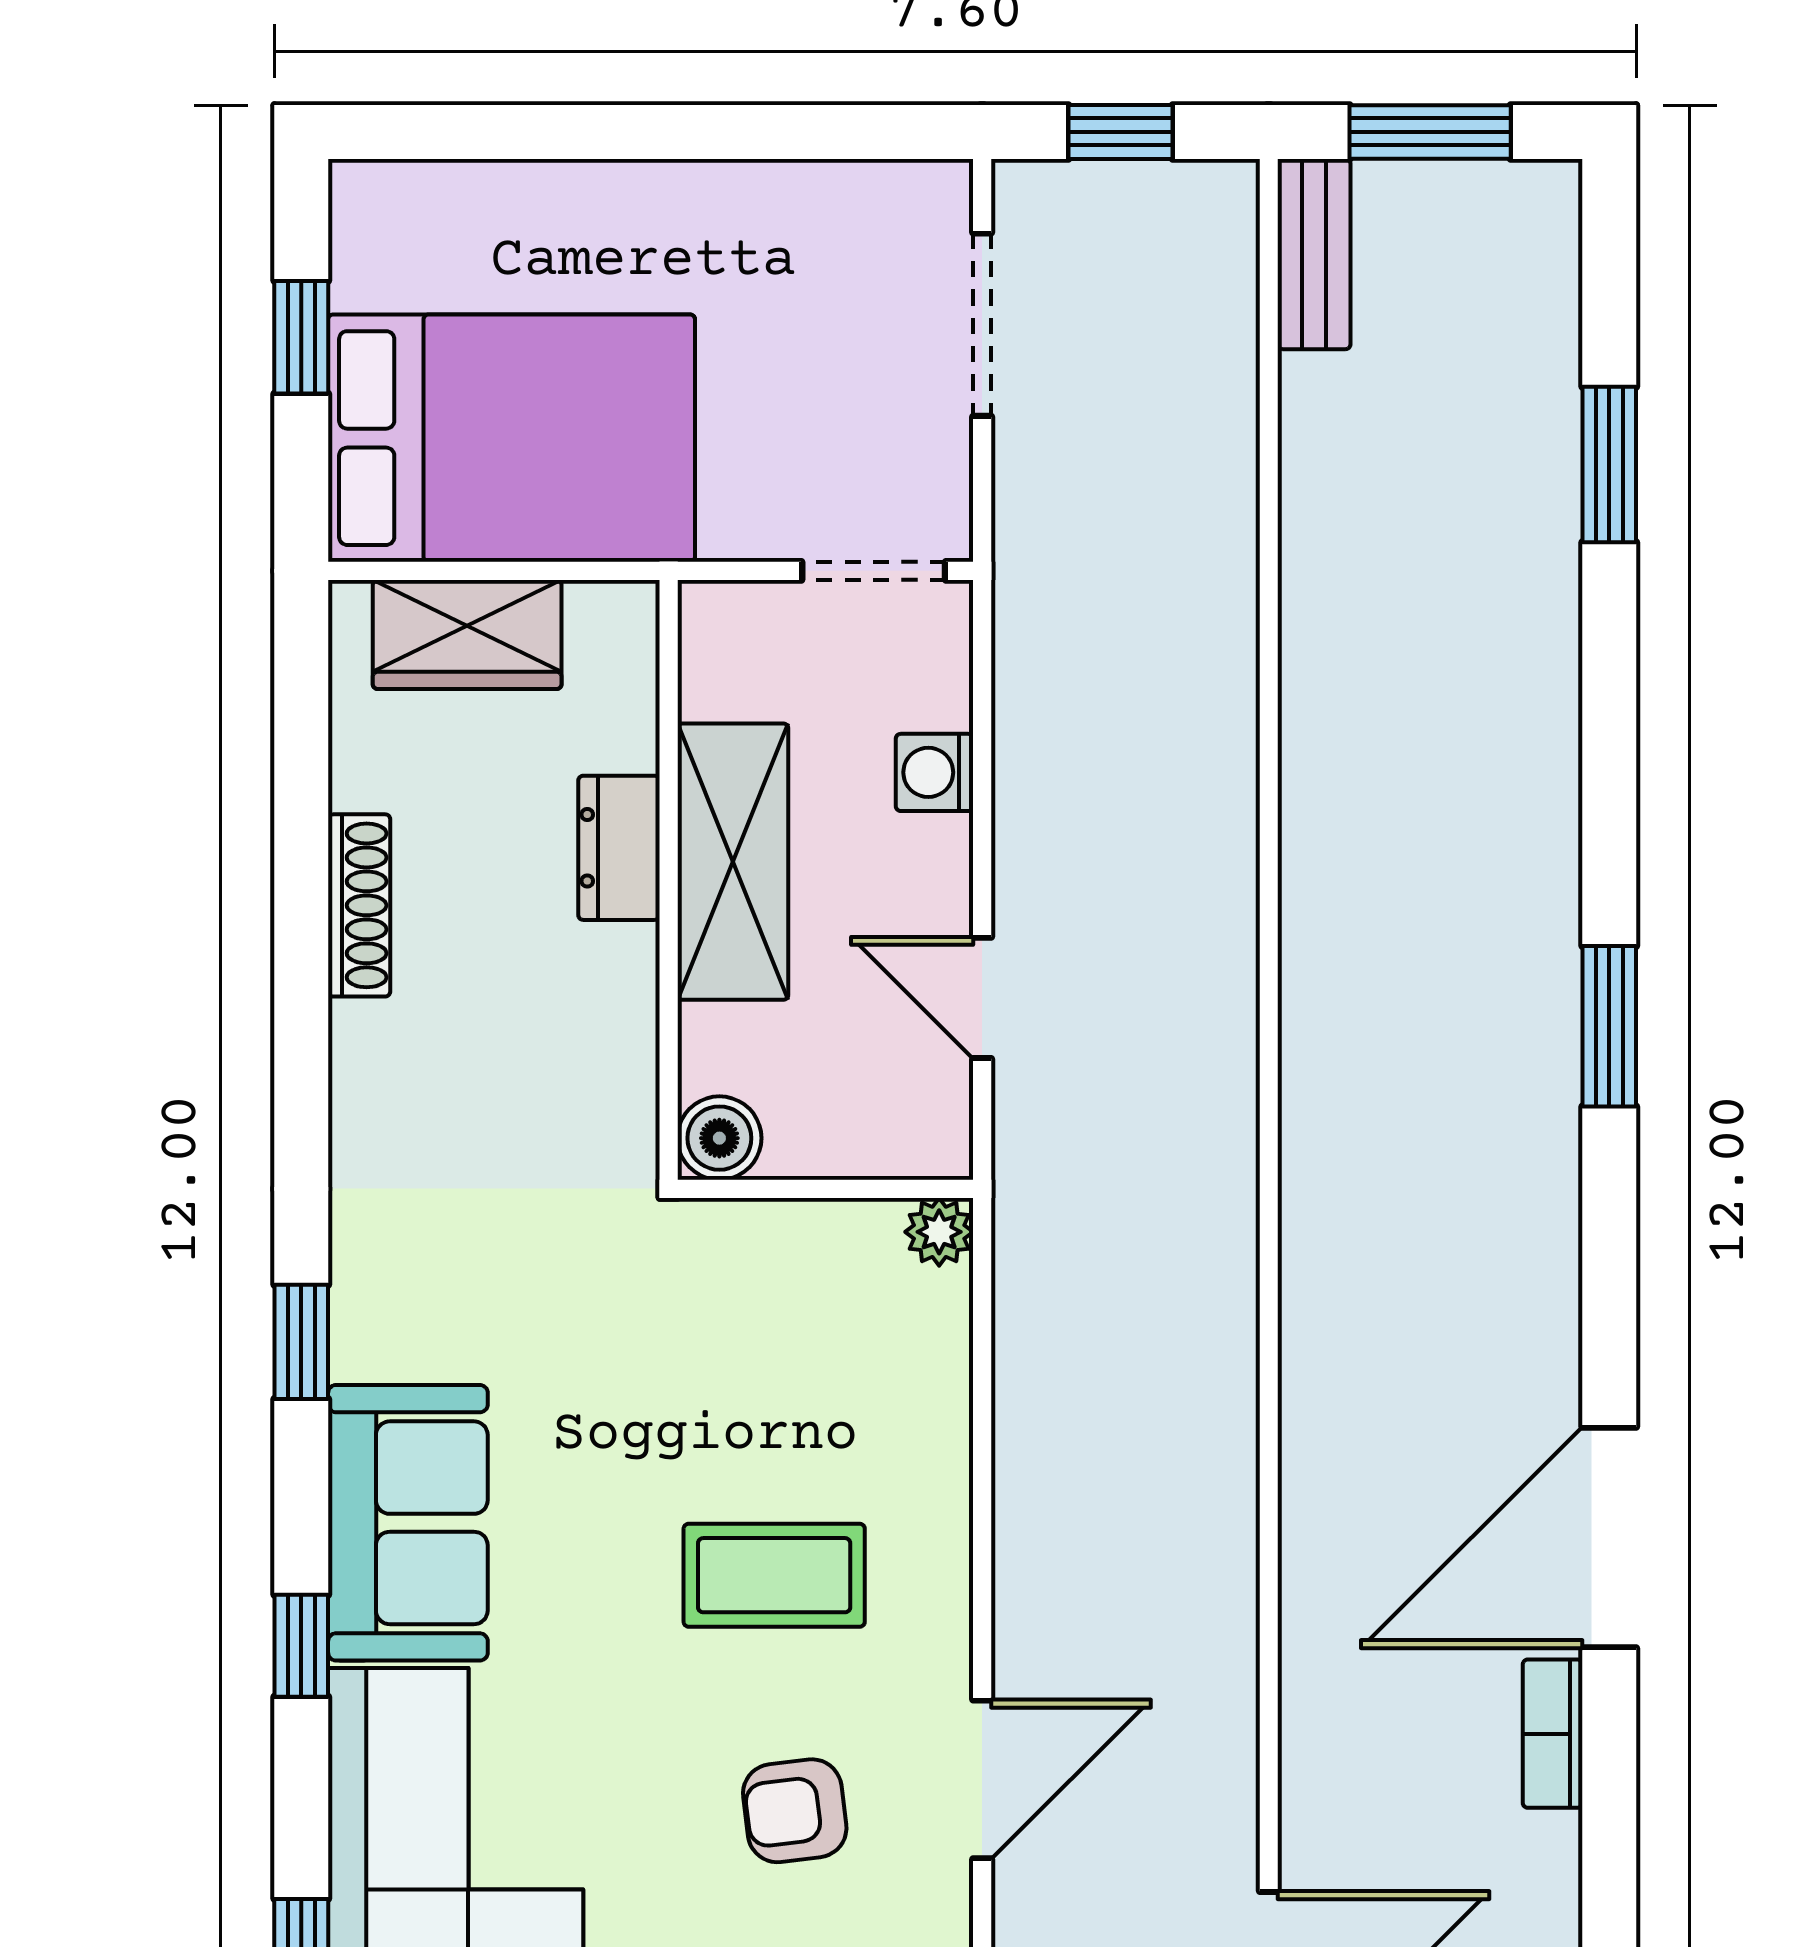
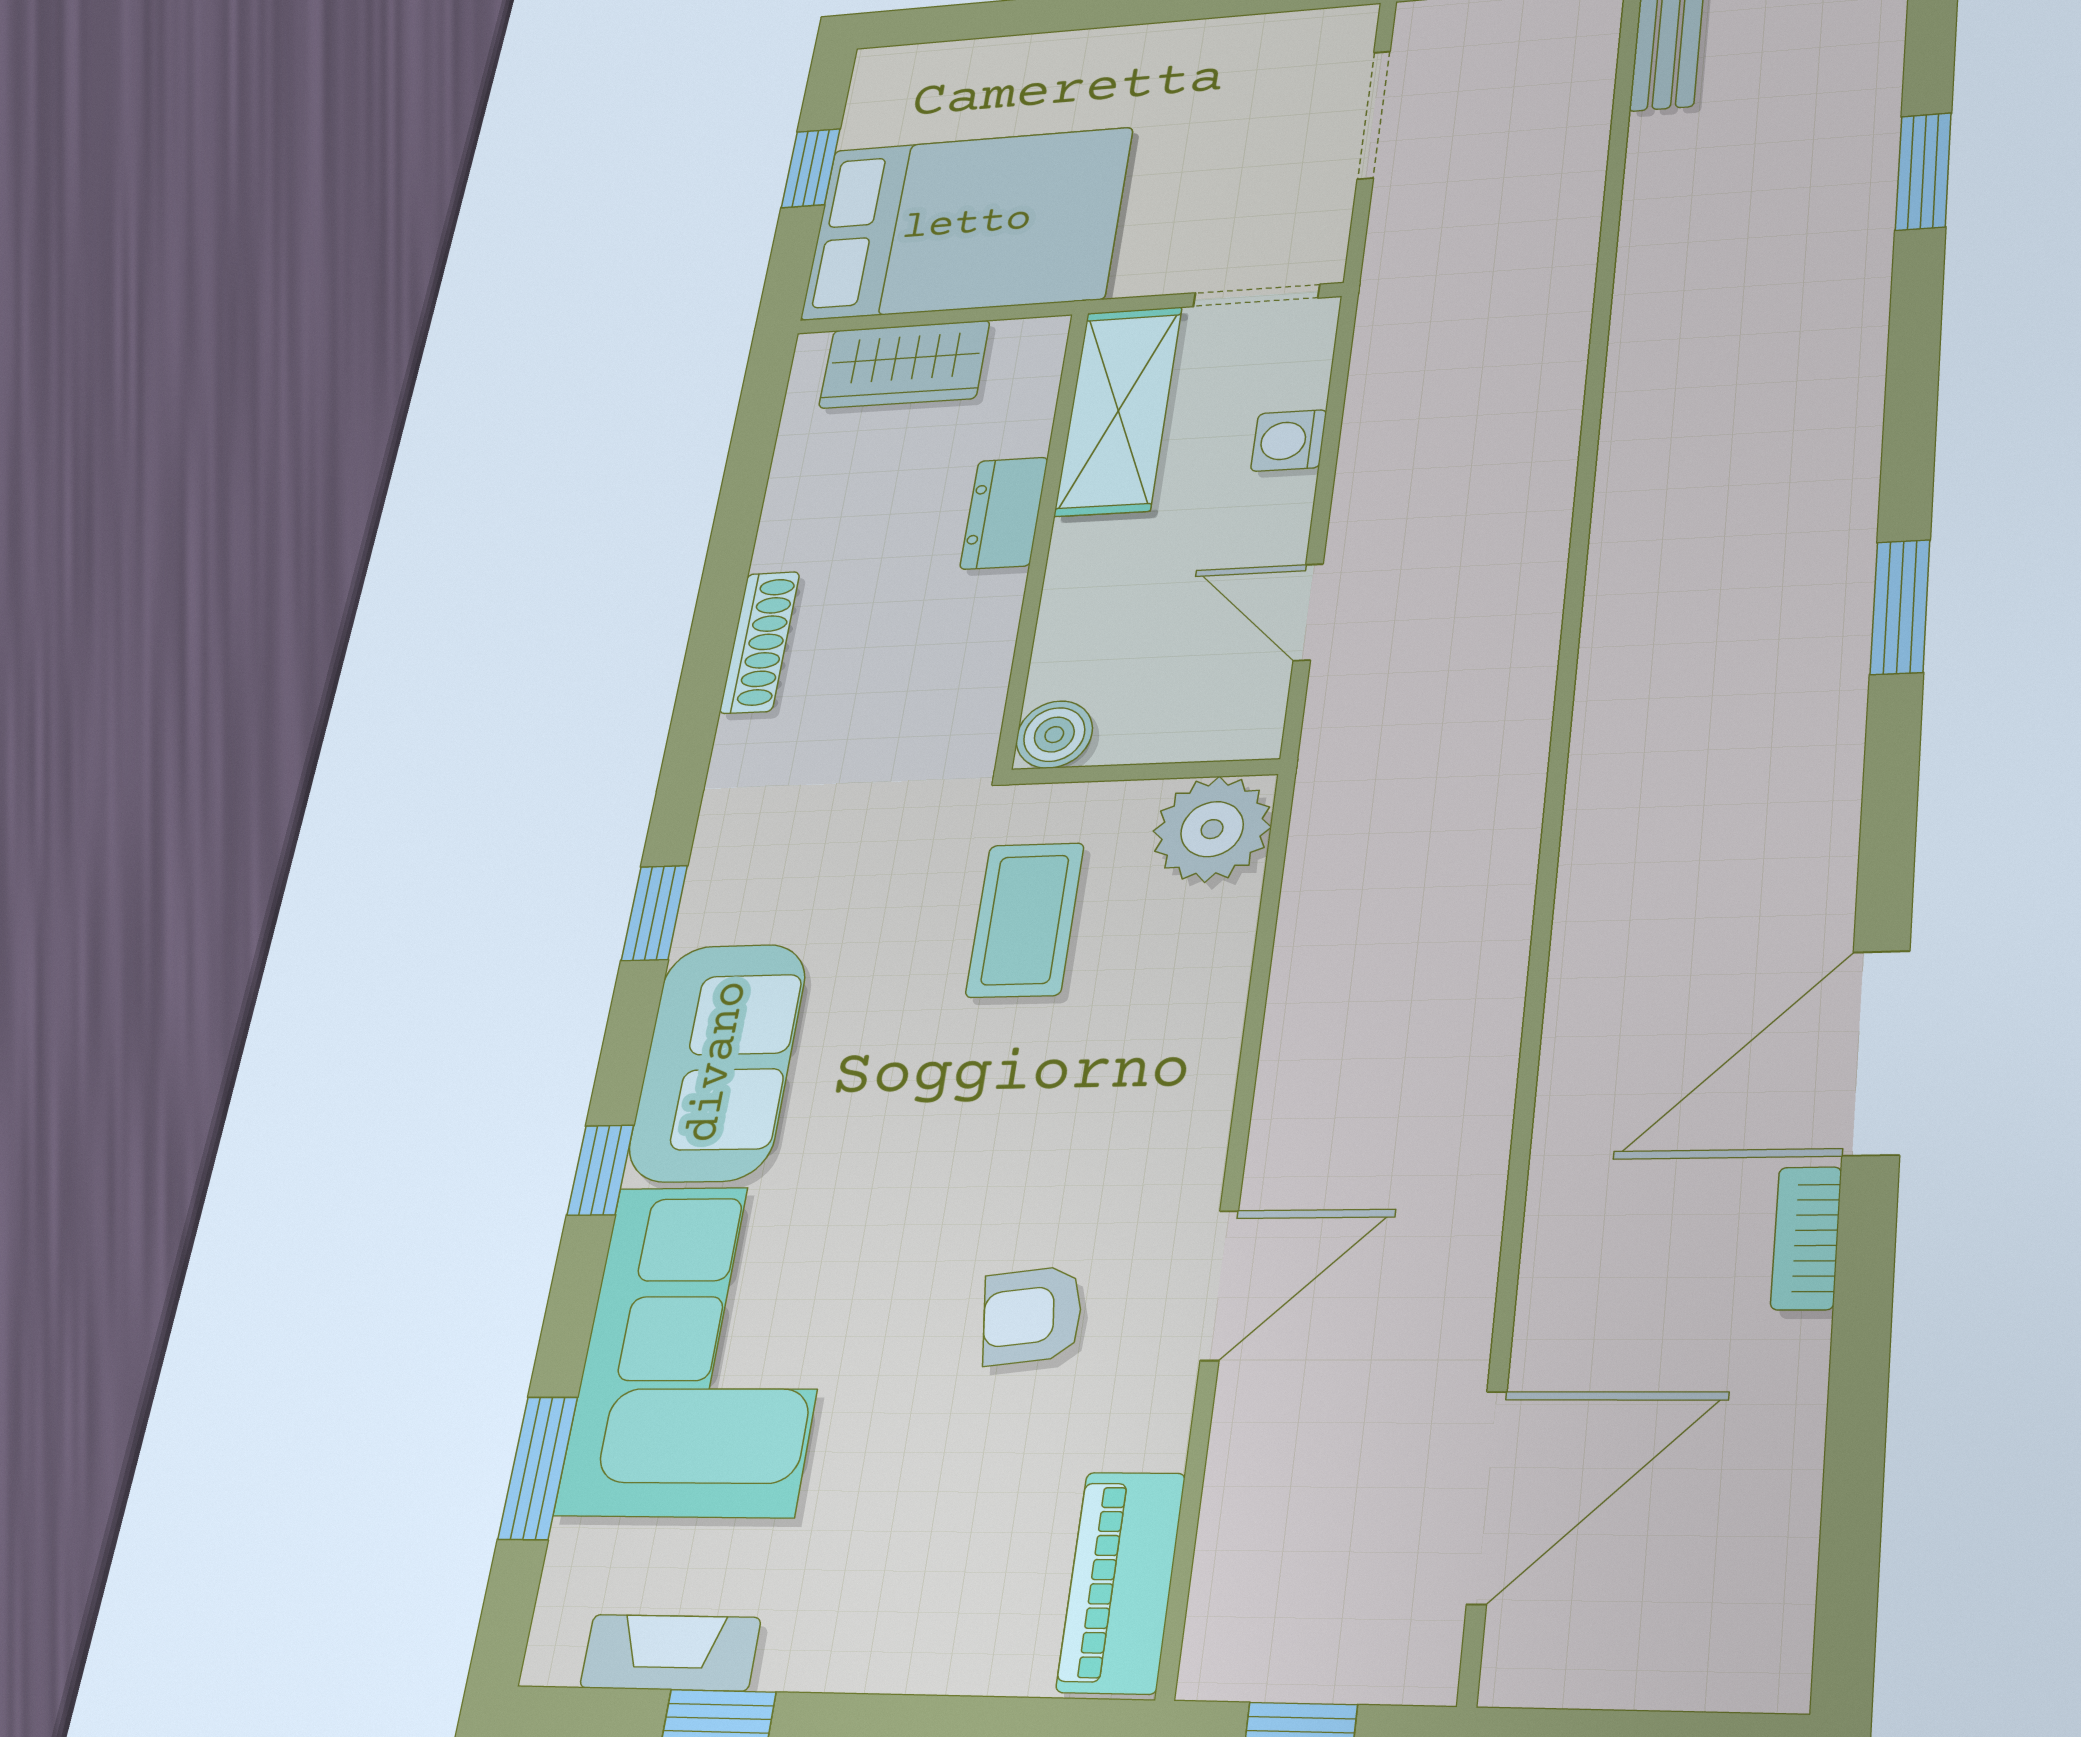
shelving: (733, 862) -> (1118, 411), moved
shoe rack: (359, 905) -> (760, 642), moved
plant: (939, 1232) -> (1212, 829), width x1.88, depth x1.88
coffee table: (774, 1575) -> (1025, 920), moved, turned 90

